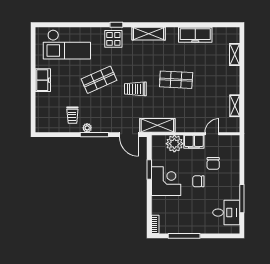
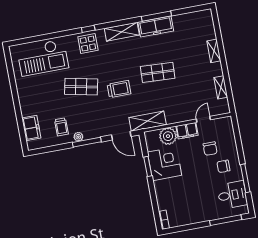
window: (185, 25) -> (156, 16), added
freezer: (195, 35) -> (156, 27), moved
shelving: (235, 54) -> (214, 51), moved
freezer: (43, 80) -> (31, 128), moved
shop shelf: (99, 80) -> (81, 87), turned 36
trolley: (135, 89) -> (119, 89), turned 180
corner desk: (166, 181) -> (165, 164), moved
chair: (198, 181) -> (223, 166), moved
window: (184, 236) -> (226, 220), moved

